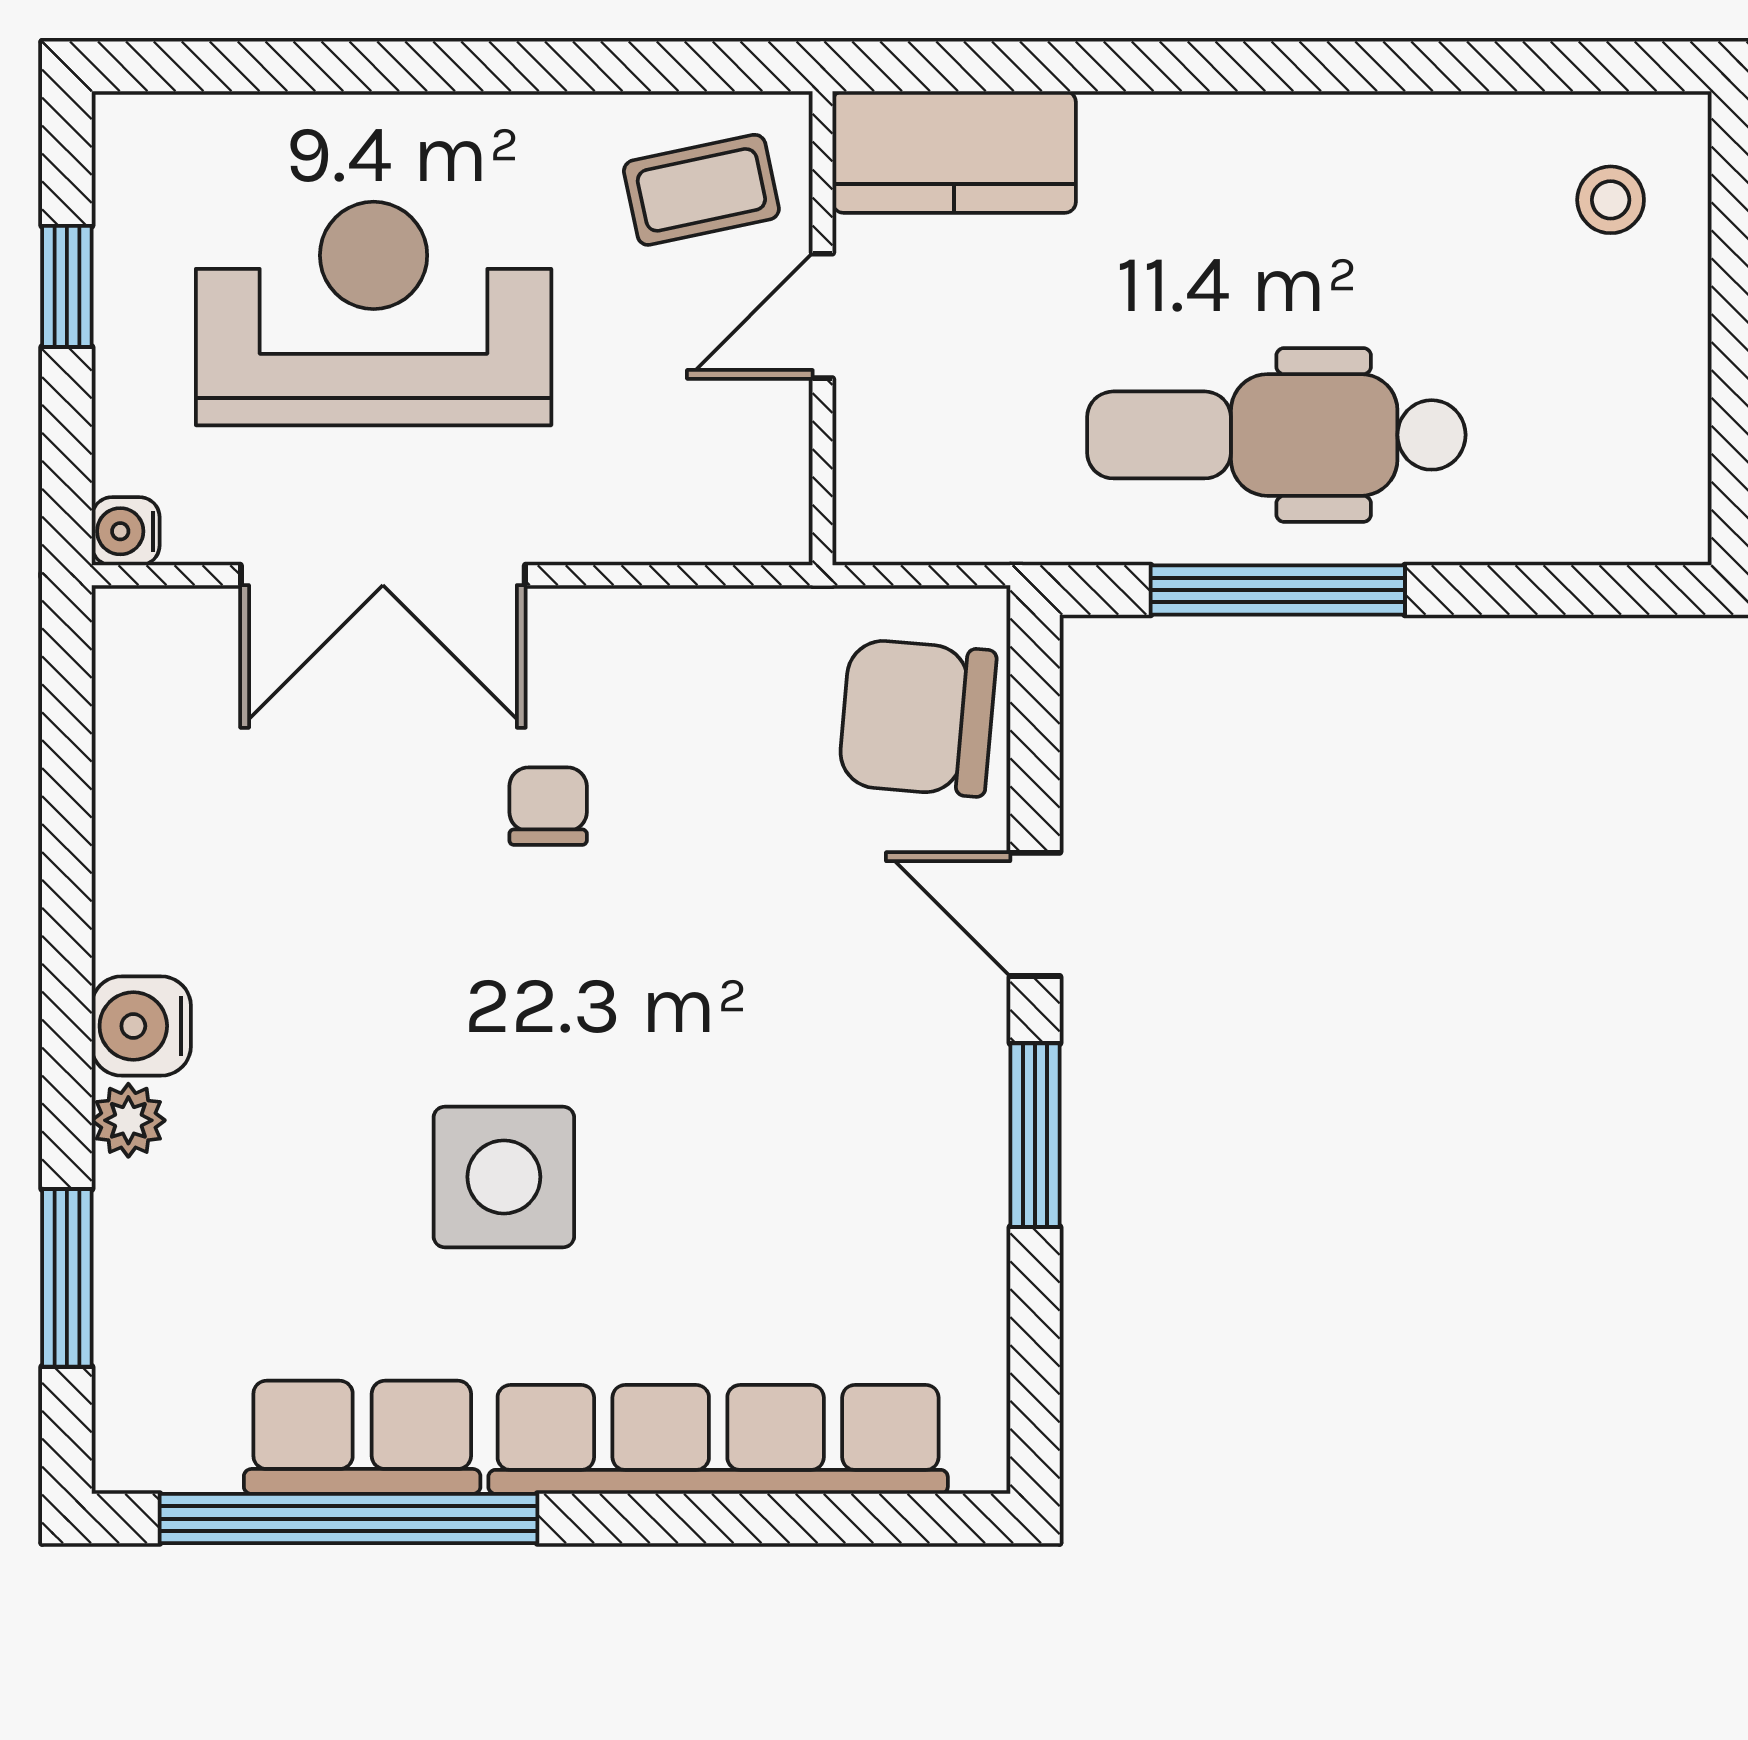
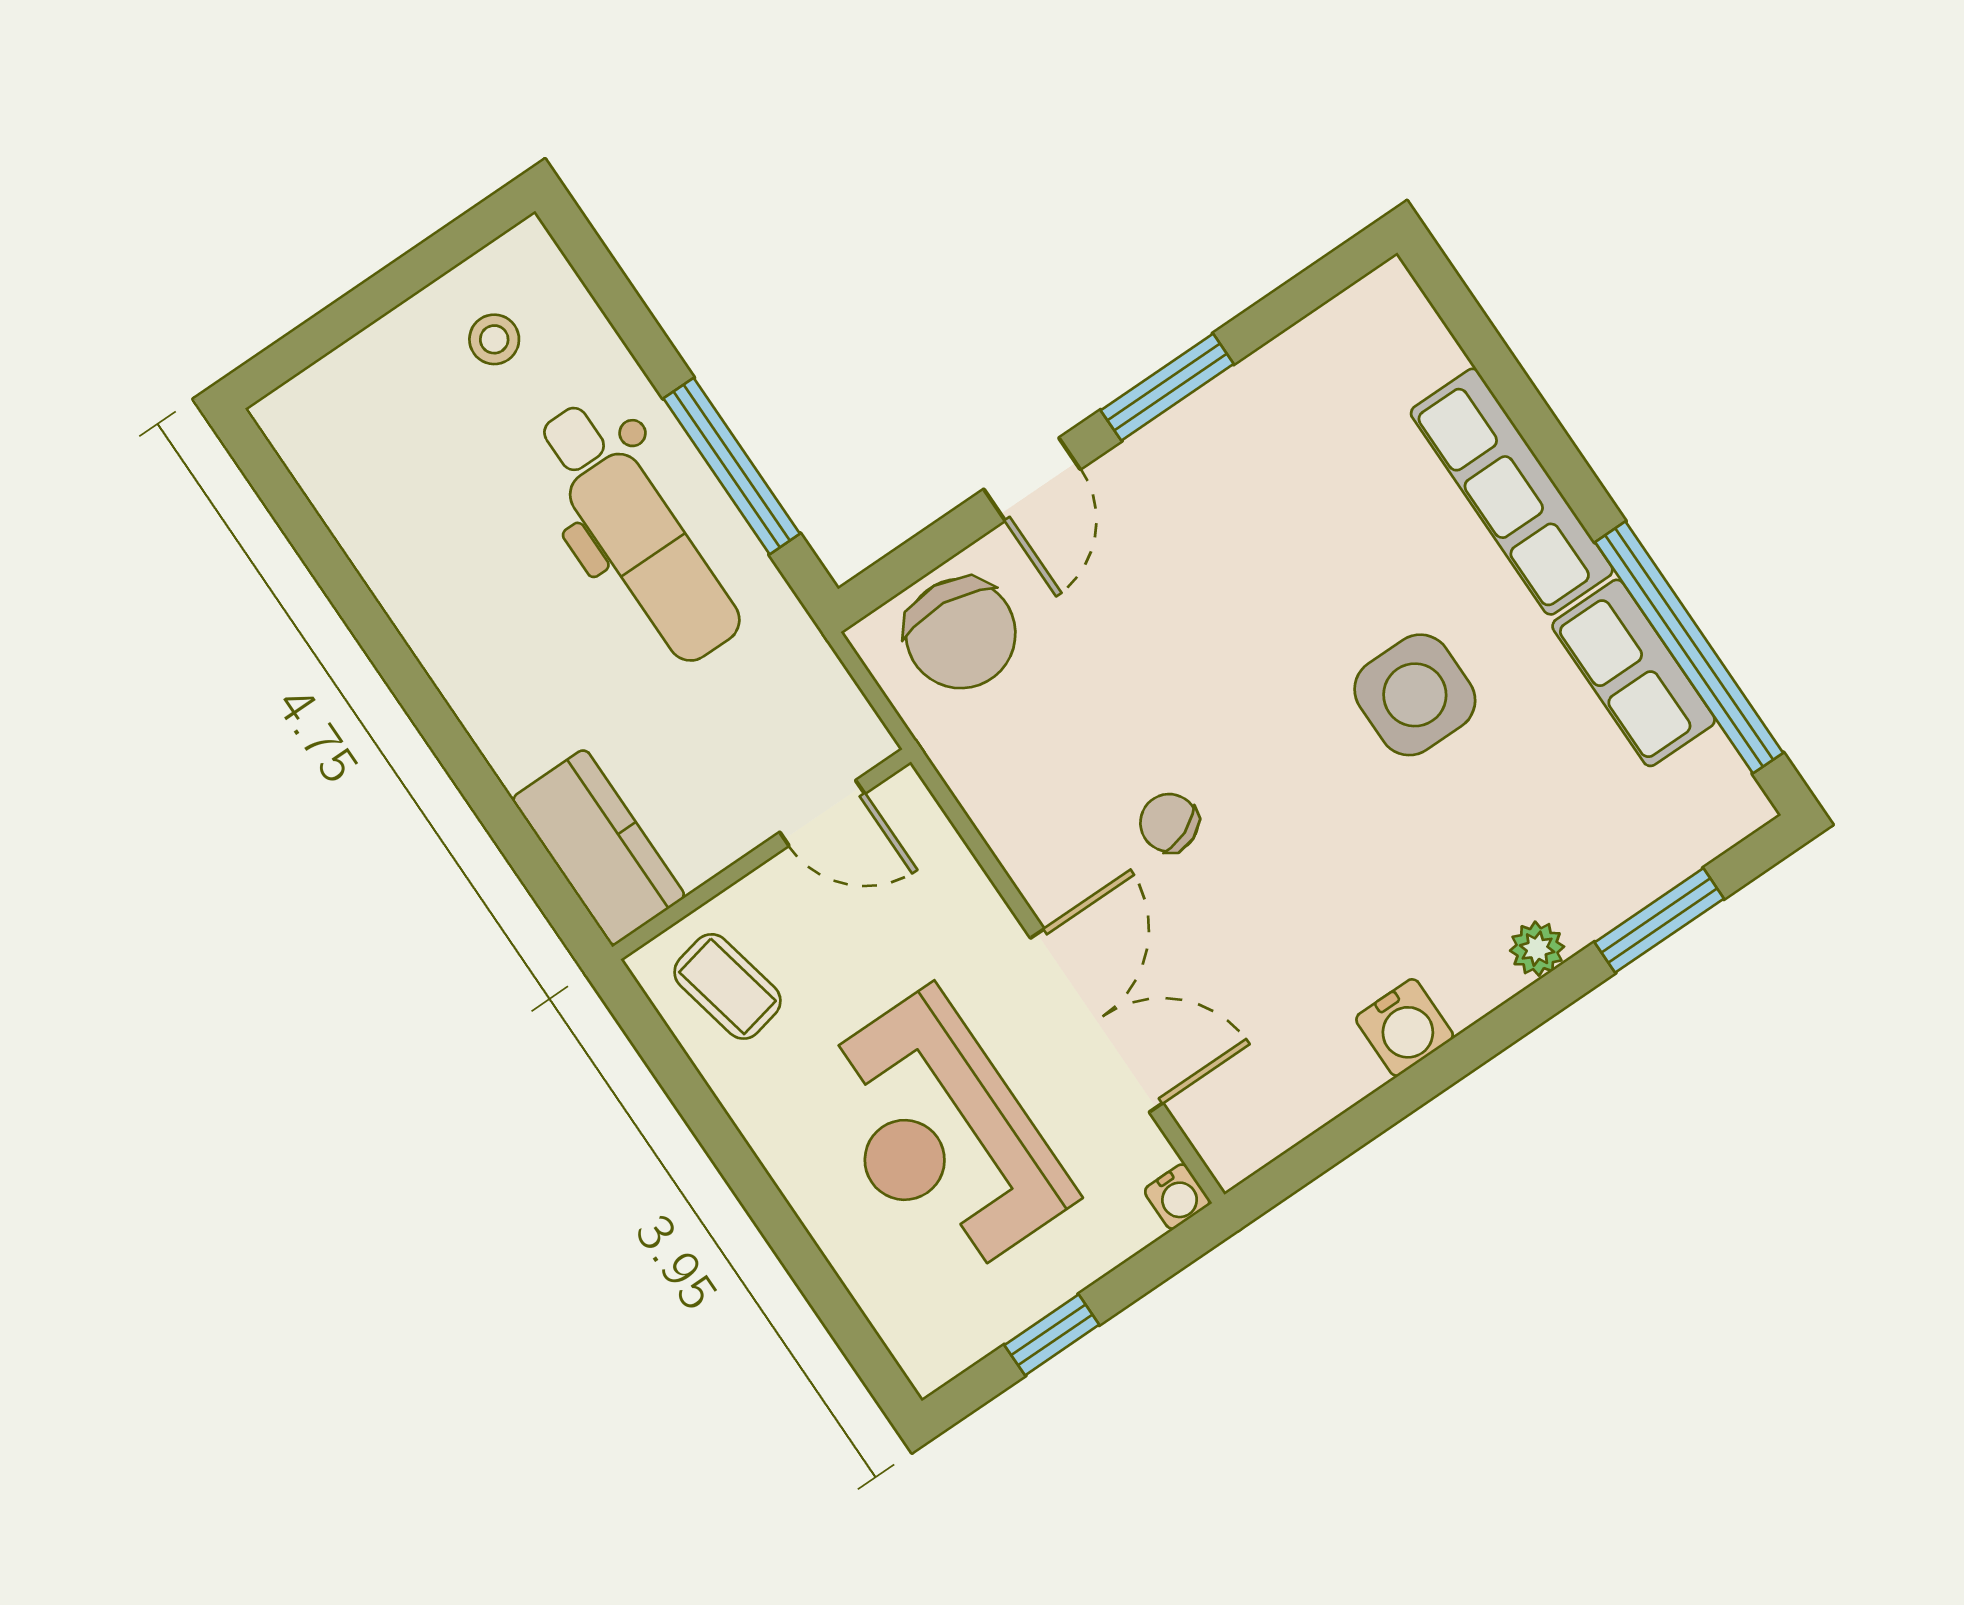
stool: (1611, 200) -> (494, 339), moved
door: (823, 316) -> (822, 813), moved
chair: (548, 806) -> (1169, 823), turned 67
water cooler: (141, 1026) -> (1405, 1027), moved
row of seats: (718, 1439) -> (1512, 492), width x0.73

